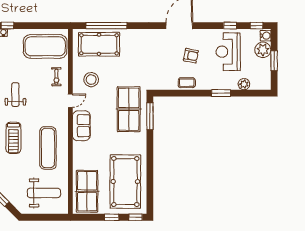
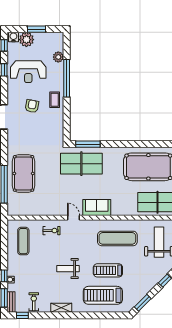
pool table: (99, 44) -> (24, 173), moved
exercise mat: (45, 46) -> (23, 241), width x0.50, depth x0.69
stool: (91, 80) -> (54, 198), removed
coffee table: (187, 83) -> (55, 100), moved
window: (221, 93) -> (67, 78), width x2.11
treadmill: (13, 138) -> (108, 270), turned 180

